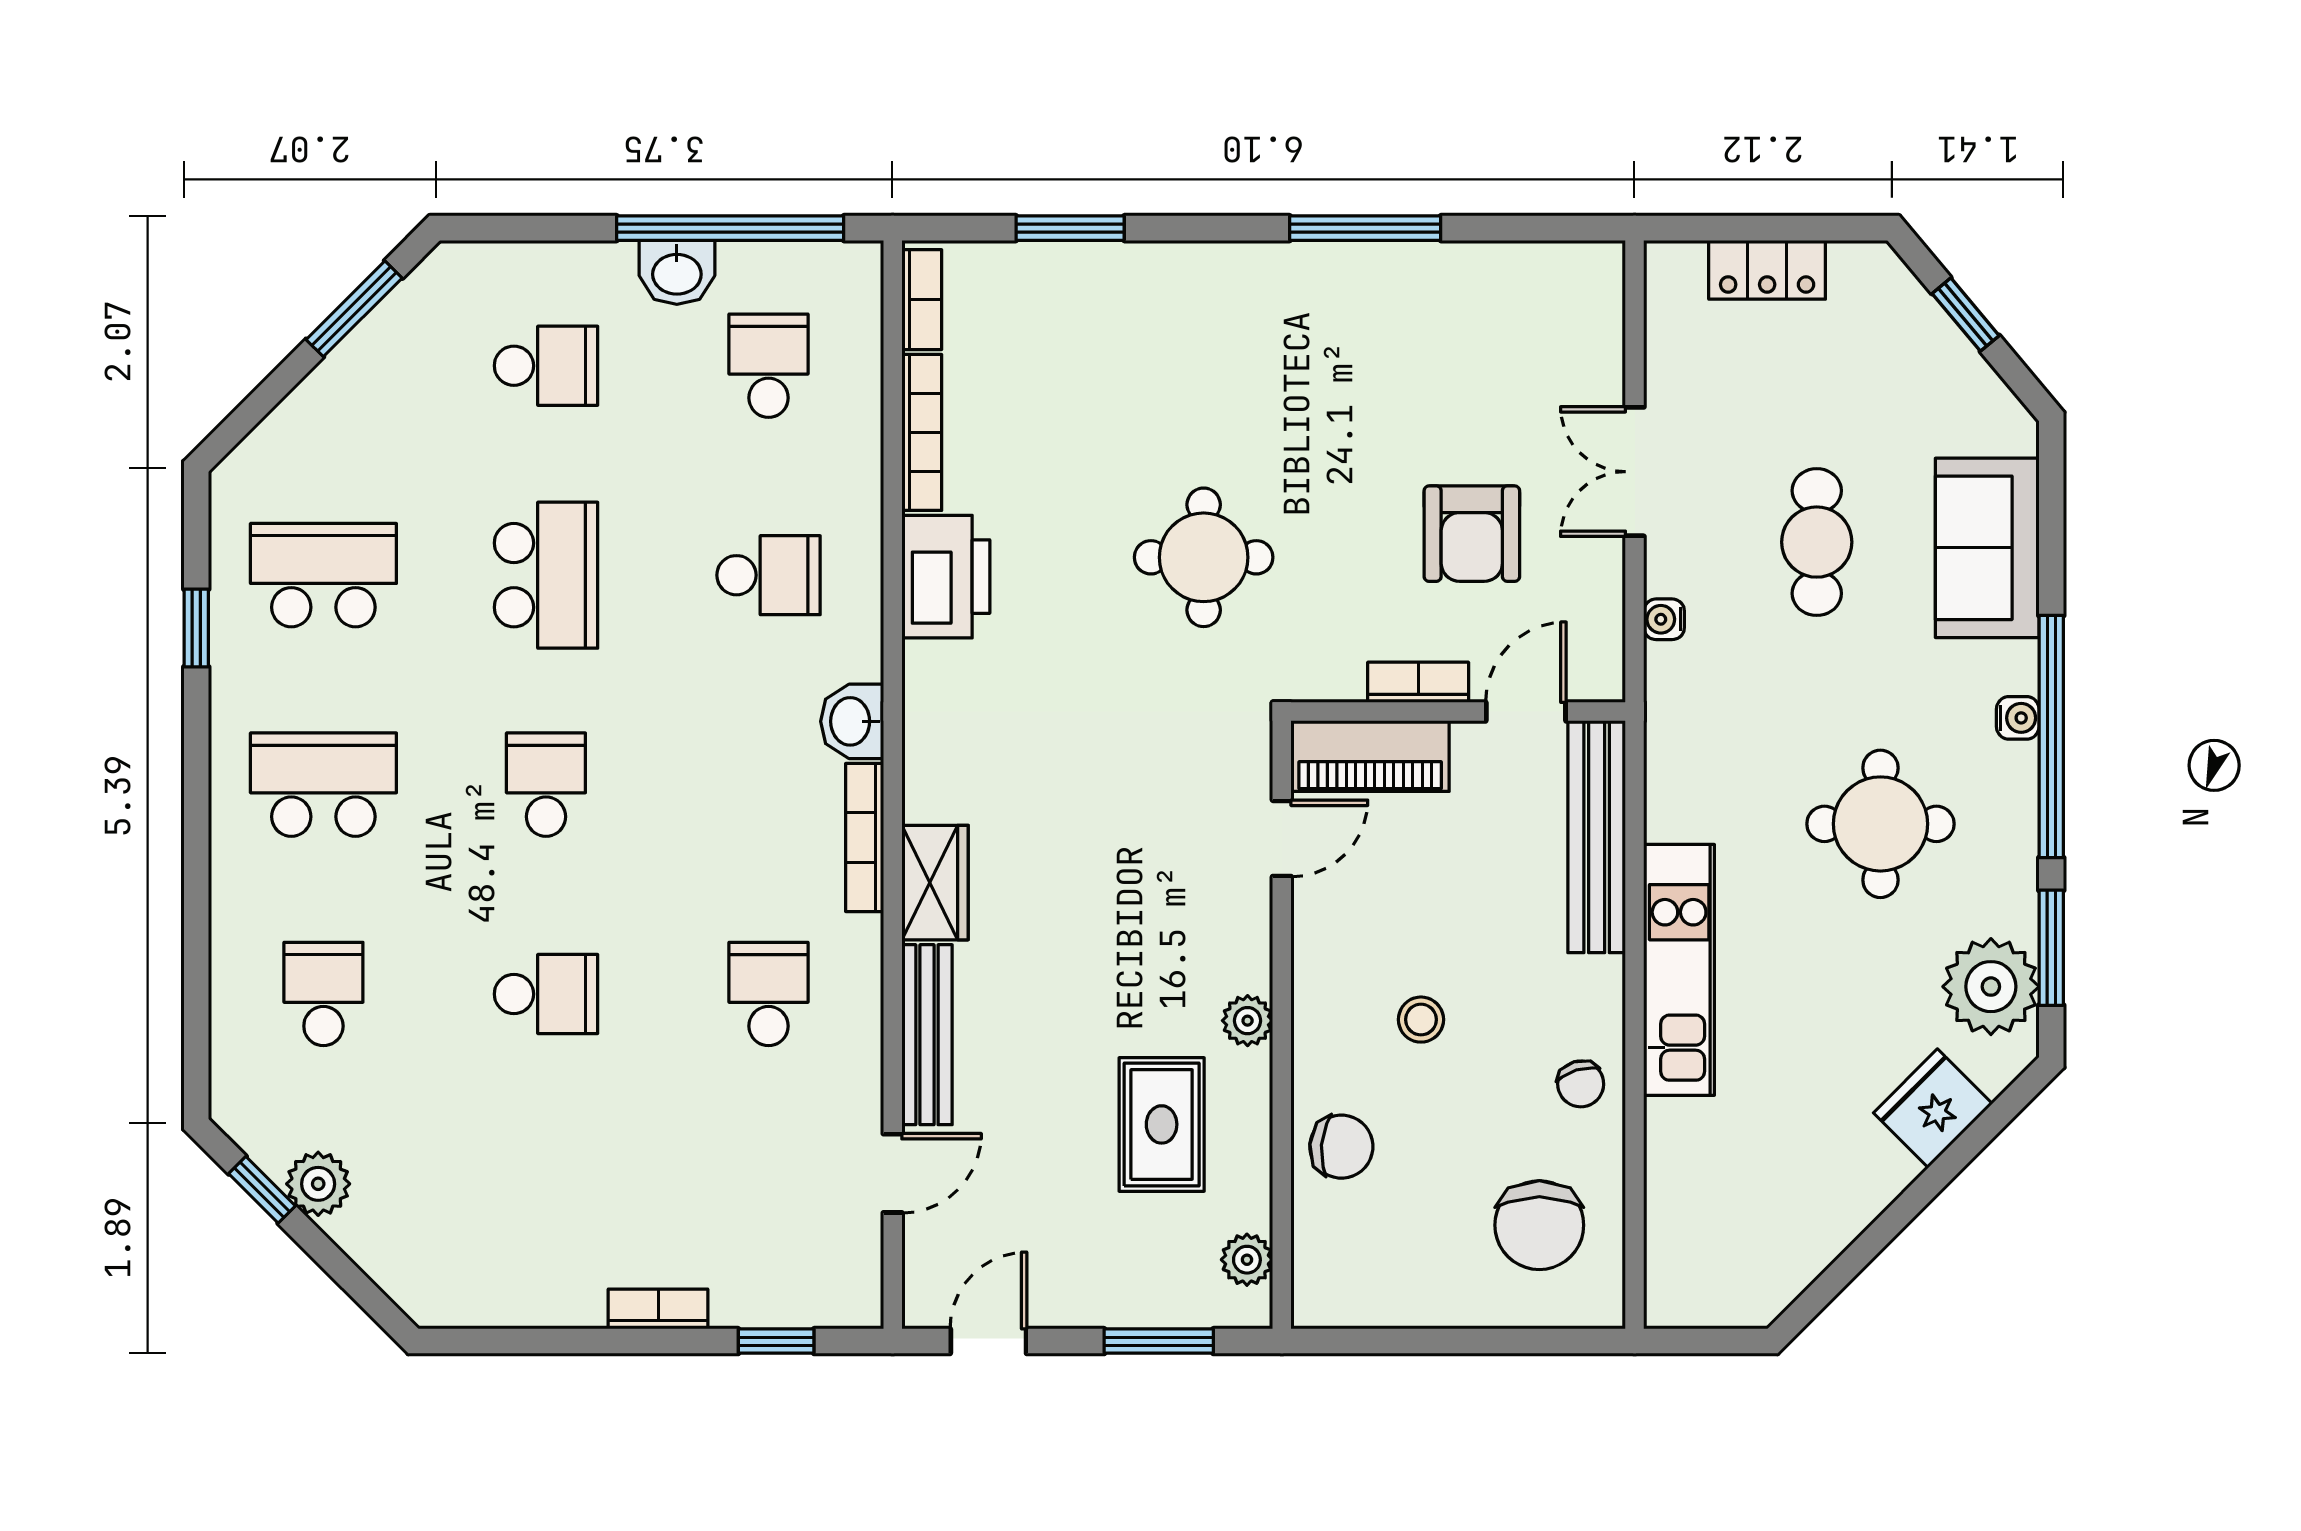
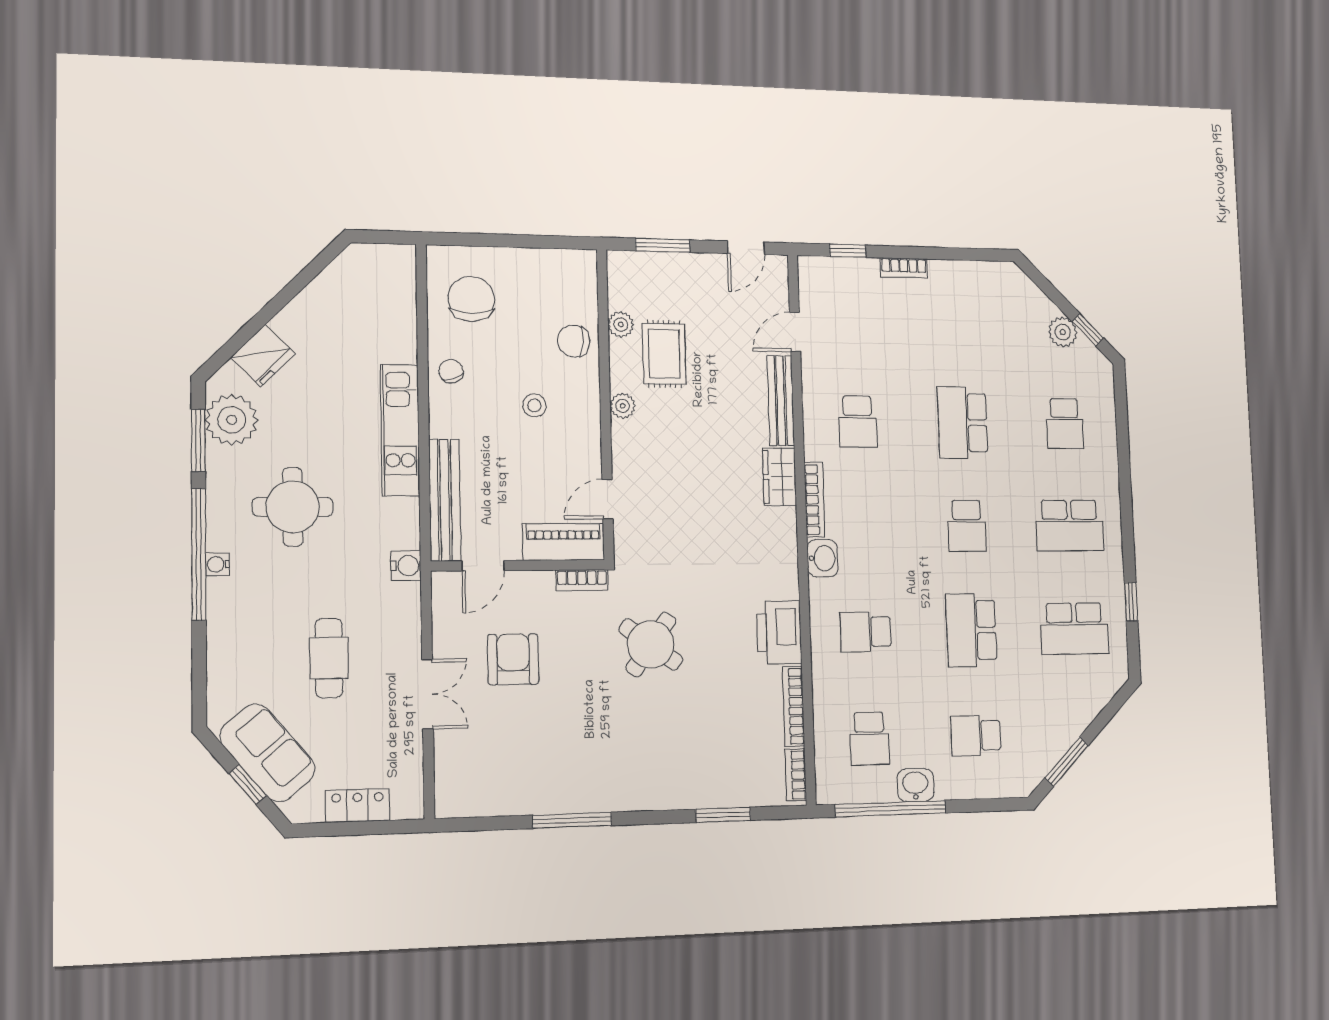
sofa: (1987, 548) -> (268, 753), moved, turned -40
round table: (1204, 557) -> (651, 644), turned 36
water cooler: (1664, 619) -> (406, 566), moved, width x1.38, depth x1.38
bookcase: (1418, 682) -> (582, 580), moved
school desk: (546, 994) -> (962, 423), width x1.85
plant: (1247, 1260) -> (621, 324), moved

